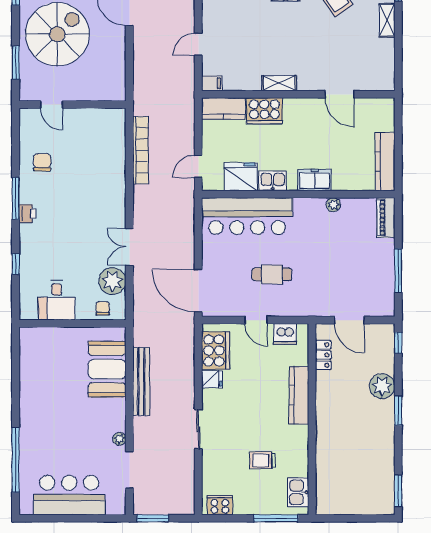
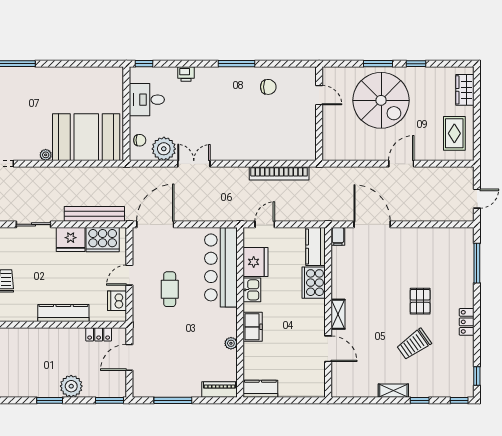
door: (198, 44) -> (372, 224), width x1.87
window: (16, 63) -> (378, 64), moved
shelving: (279, 83) -> (338, 314), moved
door: (340, 94) -> (328, 349), swing flipped
door: (51, 105) -> (319, 95), swing flipped
kitchen counter: (385, 162) -> (260, 389), width x0.67
door: (198, 166) -> (265, 224), hinge flipped
printer: (27, 214) -> (186, 74), moved
window: (16, 264) -> (144, 64), moved
window: (398, 343) -> (110, 400), width x1.50
booth: (107, 369) -> (86, 137), width x1.36, depth x1.42
fridge: (212, 379) -> (71, 239), width x1.88, depth x1.34
bench: (141, 381) -> (94, 214), moved
plant: (119, 439) -> (46, 155), moved

